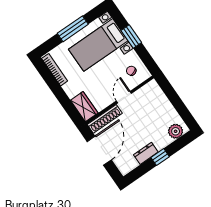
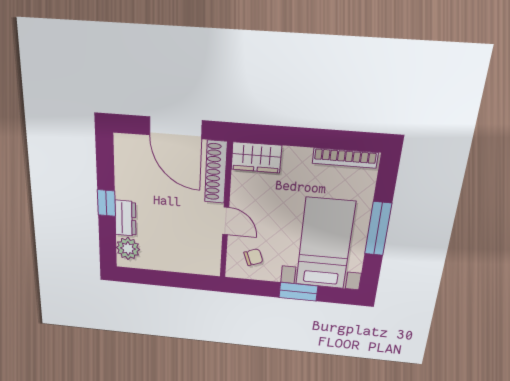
dresser: (146, 153) -> (125, 218), moved

